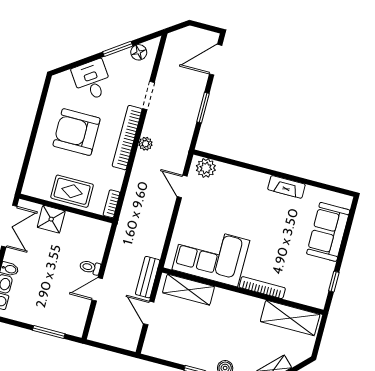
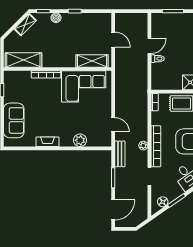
plant: (206, 168) -> (80, 140), moved
bench: (148, 277) -> (120, 154), moved

